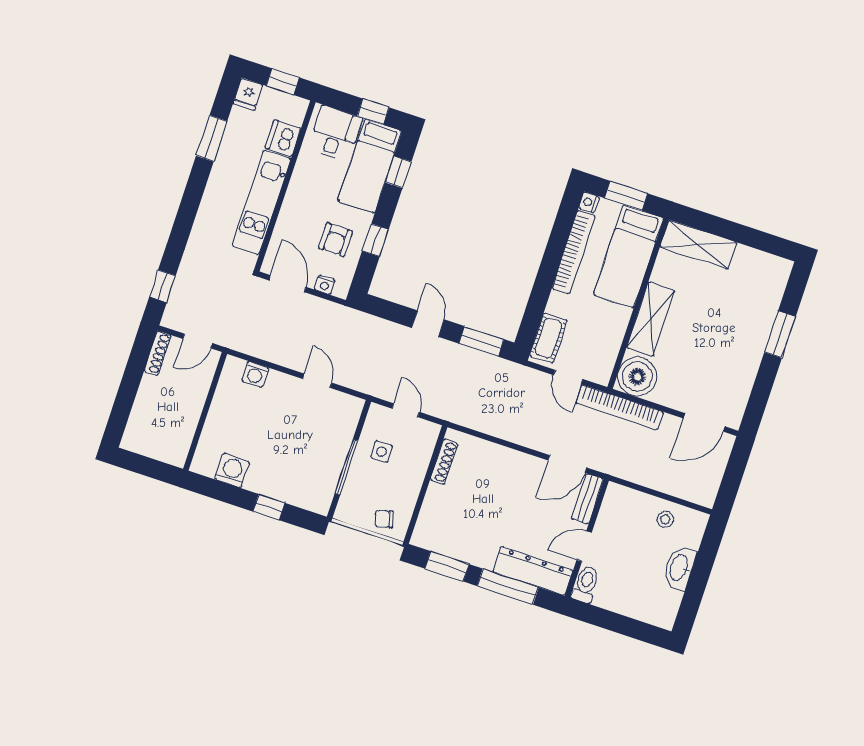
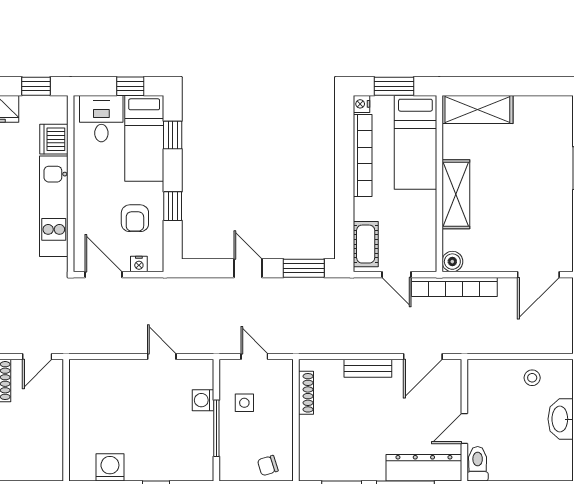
washing machine: (255, 374) -> (203, 400), moved, turned 90
boiler: (637, 377) -> (452, 262), width x0.54, depth x0.54
bench: (587, 499) -> (368, 368), moved, turned 90

